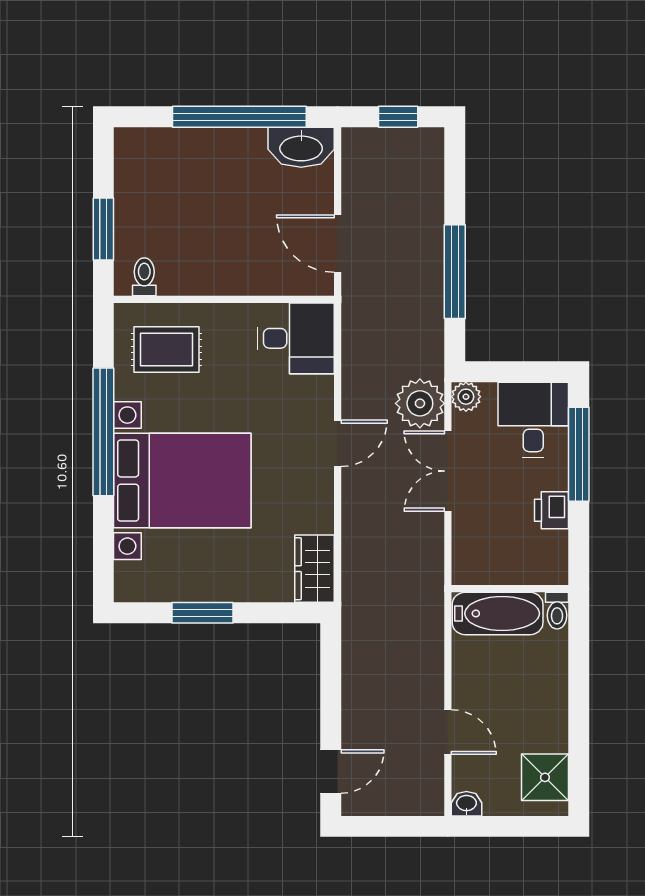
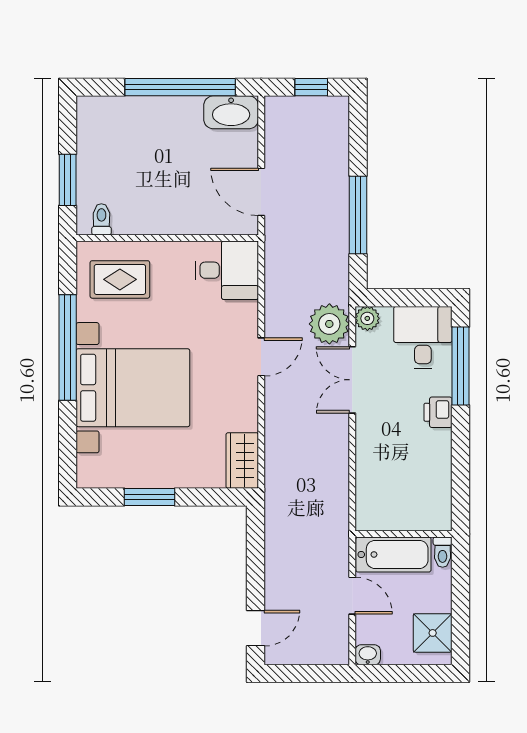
wall: (510, 589) -> (404, 534), moved
toilet: (557, 611) -> (443, 552), moved
bathtub: (498, 613) -> (393, 554), moved

